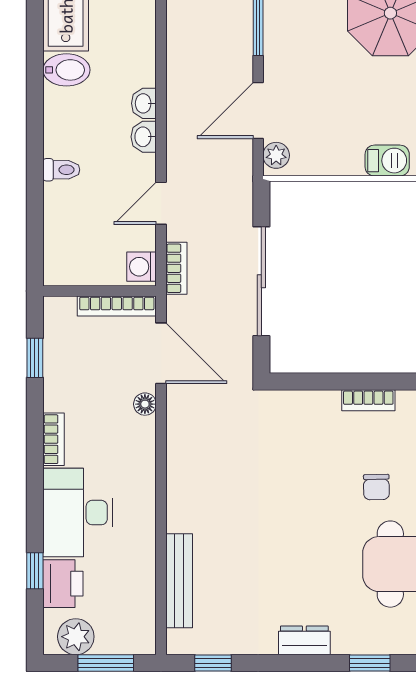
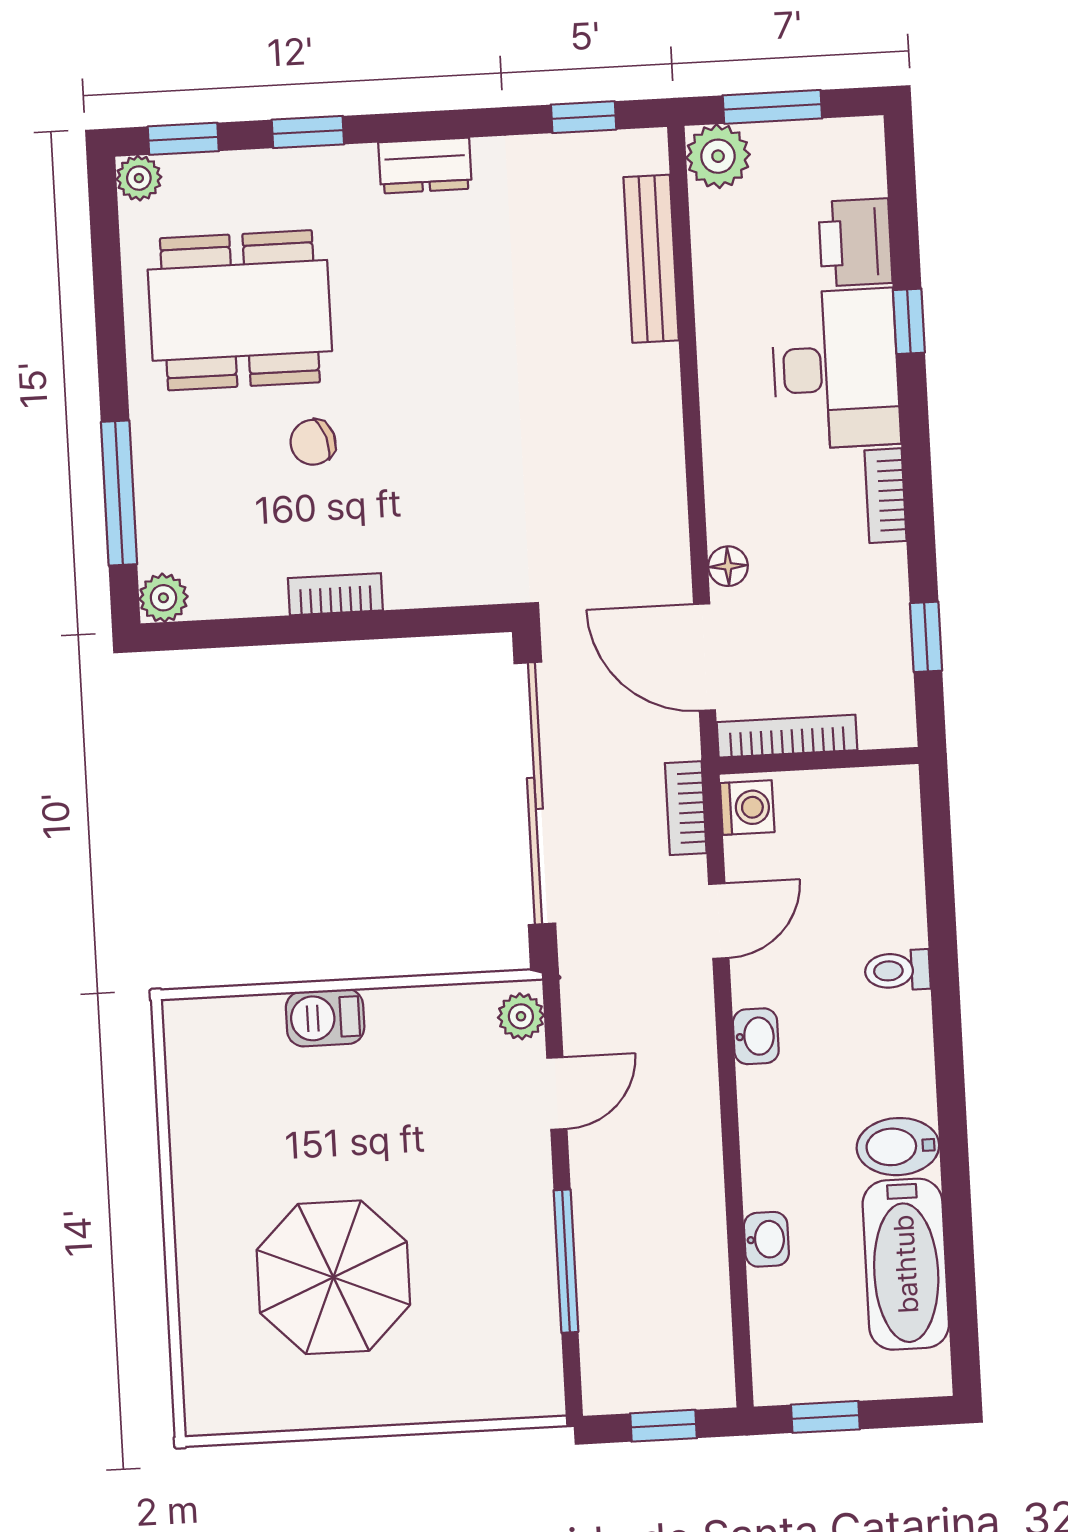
washbasin: (144, 103) -> (766, 1239), moved
door: (258, 111) -> (557, 1093), width x0.73
sliding door: (261, 281) -> (535, 793), width x1.36
chair: (376, 487) -> (313, 442), turned -107
window: (35, 571) -> (909, 321), moved
plant: (76, 637) -> (718, 156), moved

